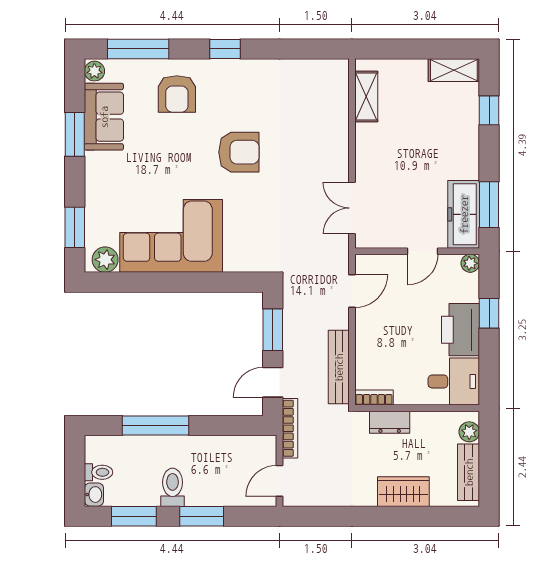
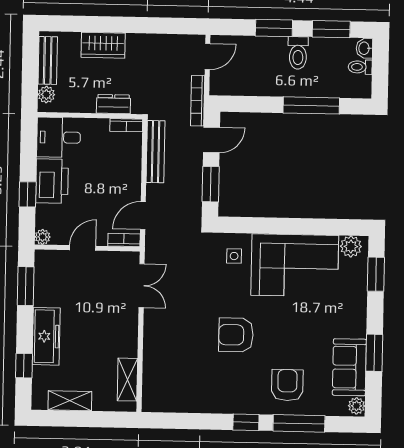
window: (138, 49) -> (299, 423), moved
shelving: (454, 70) -> (70, 401), moved
freezer: (464, 214) -> (46, 336), moved
side table: (243, 245) -> (234, 256), added
bookcase: (374, 262) -> (124, 240), added

